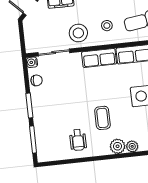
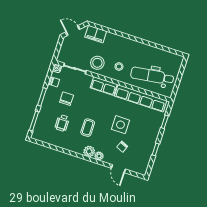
chair: (60, 94) -> (67, 99), added
wheelchair: (78, 140) -> (62, 123), moved

